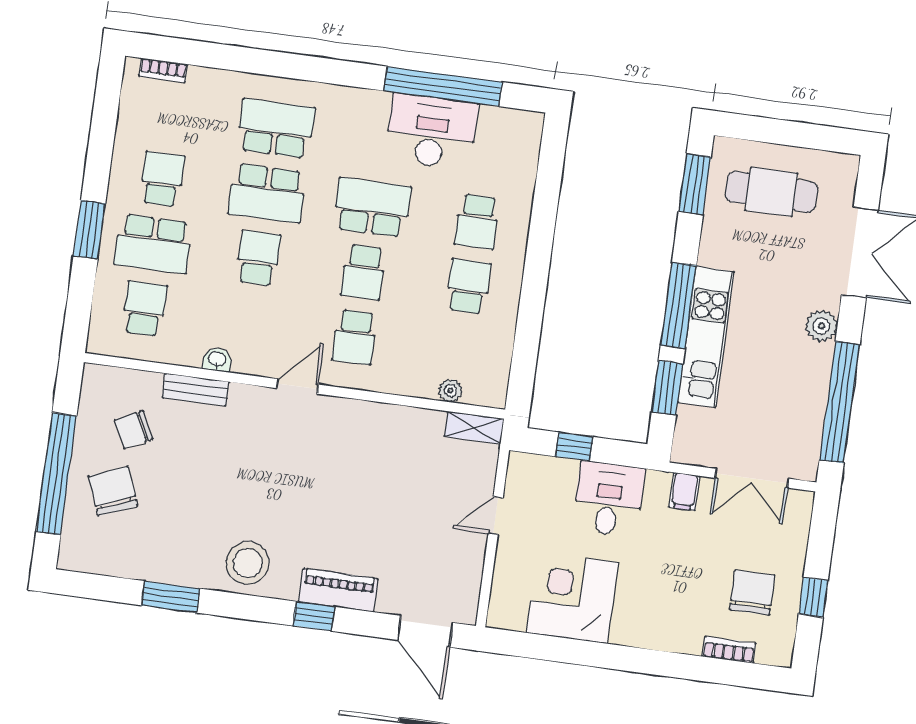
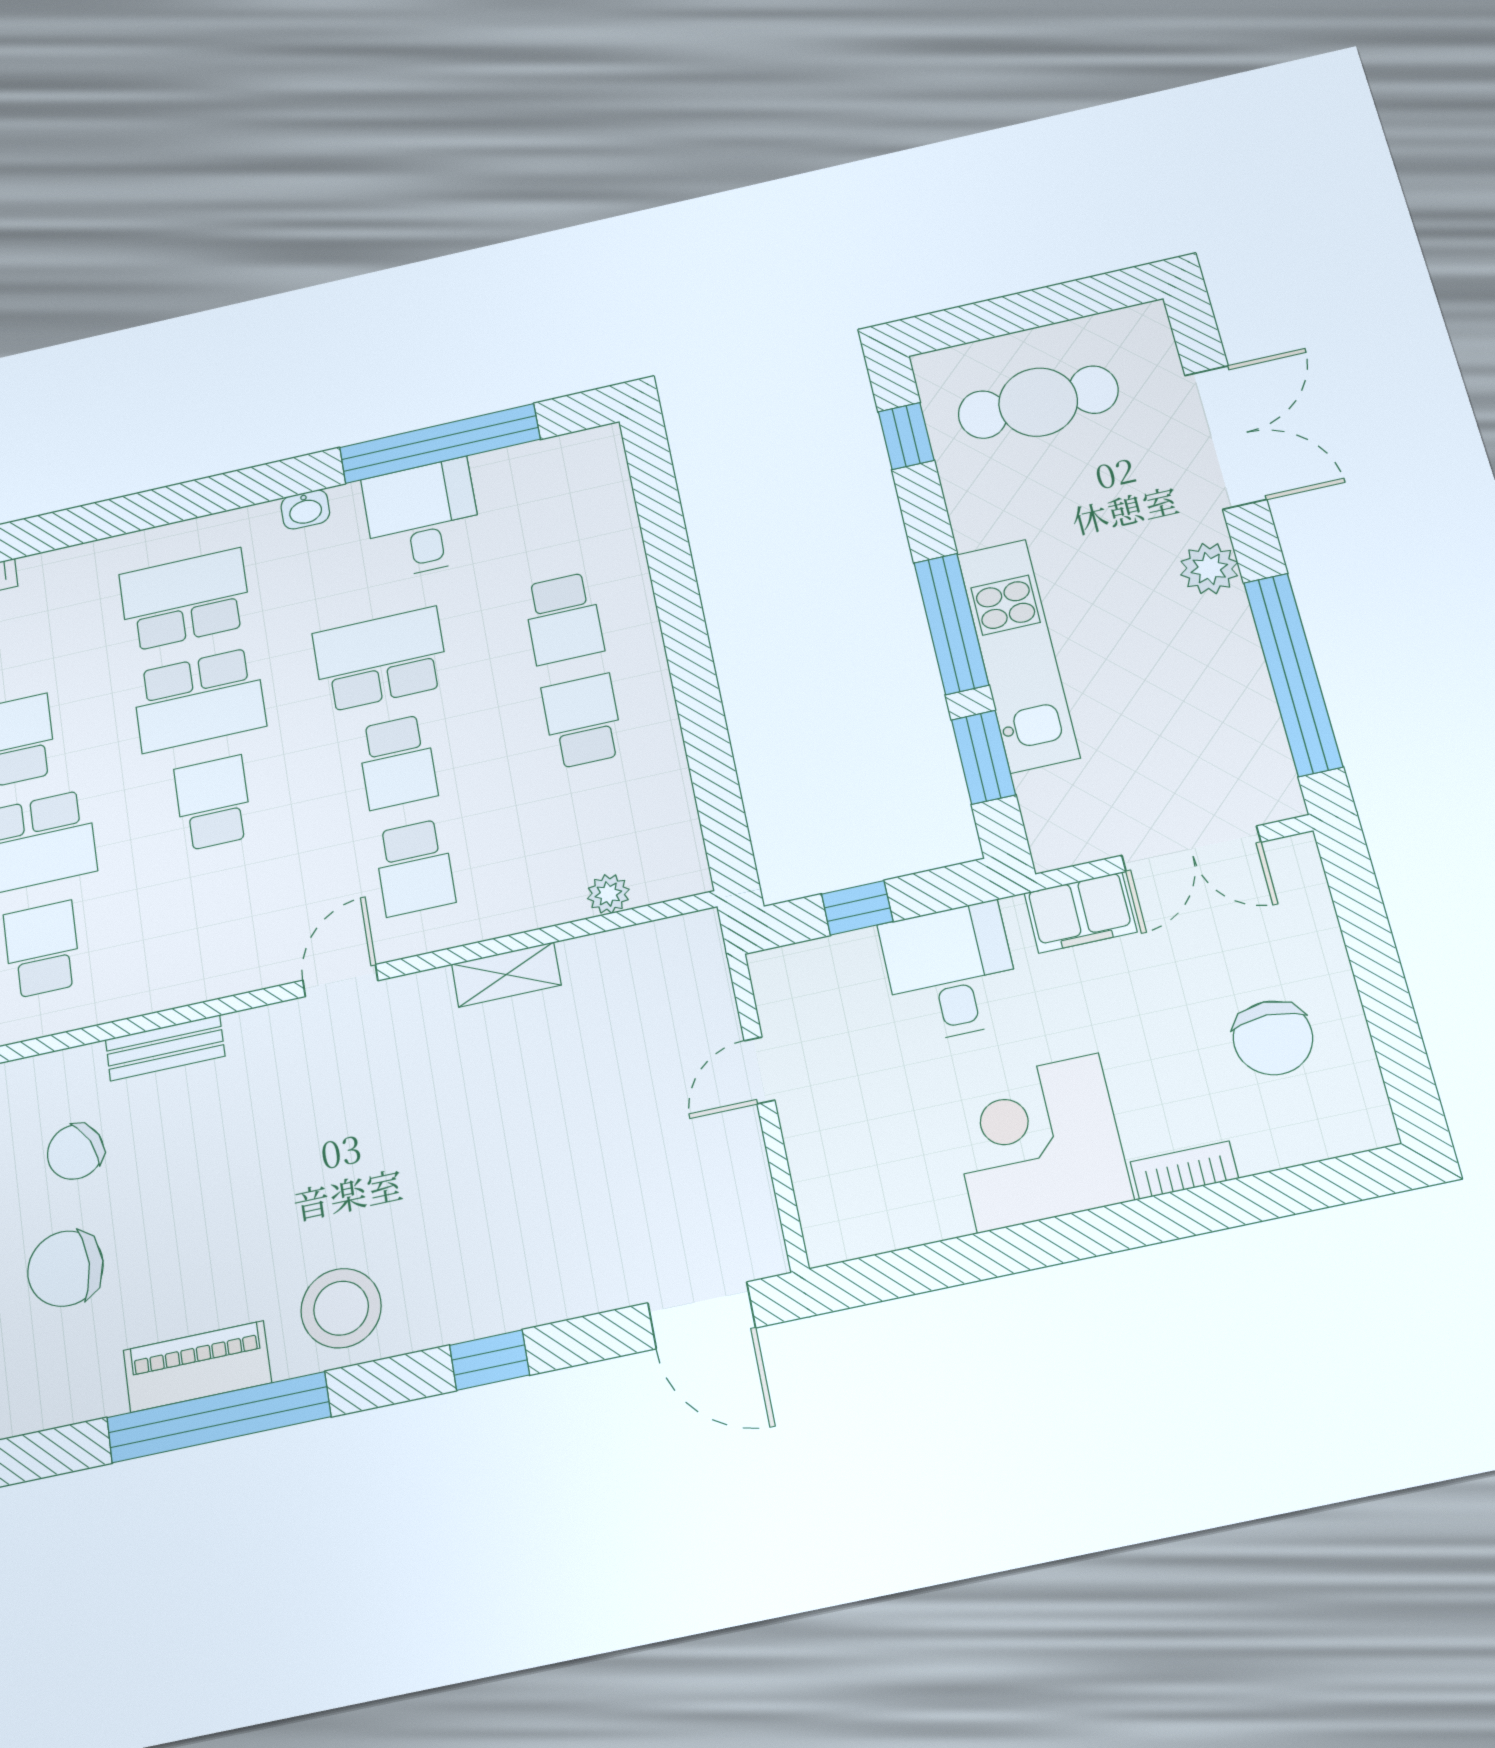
desk: (431, 131) -> (422, 518), width x0.73
window: (695, 184) -> (906, 436), width x0.67
washbasin: (217, 360) -> (305, 509), moved, turned 180
shelving: (474, 428) -> (506, 975), moved
chair: (113, 491) -> (65, 1269), turned -68
filing cabinet: (684, 492) -> (1080, 912), width x2.00
piano: (338, 590) -> (197, 1367), moved
chair: (752, 592) -> (1273, 1038), turned 180
window: (171, 597) -> (219, 1417), width x2.11
window: (813, 597) -> (1388, 1007), removed
corner desk: (572, 598) -> (1038, 1143), moved
bookcase: (729, 650) -> (1184, 1170), moved

